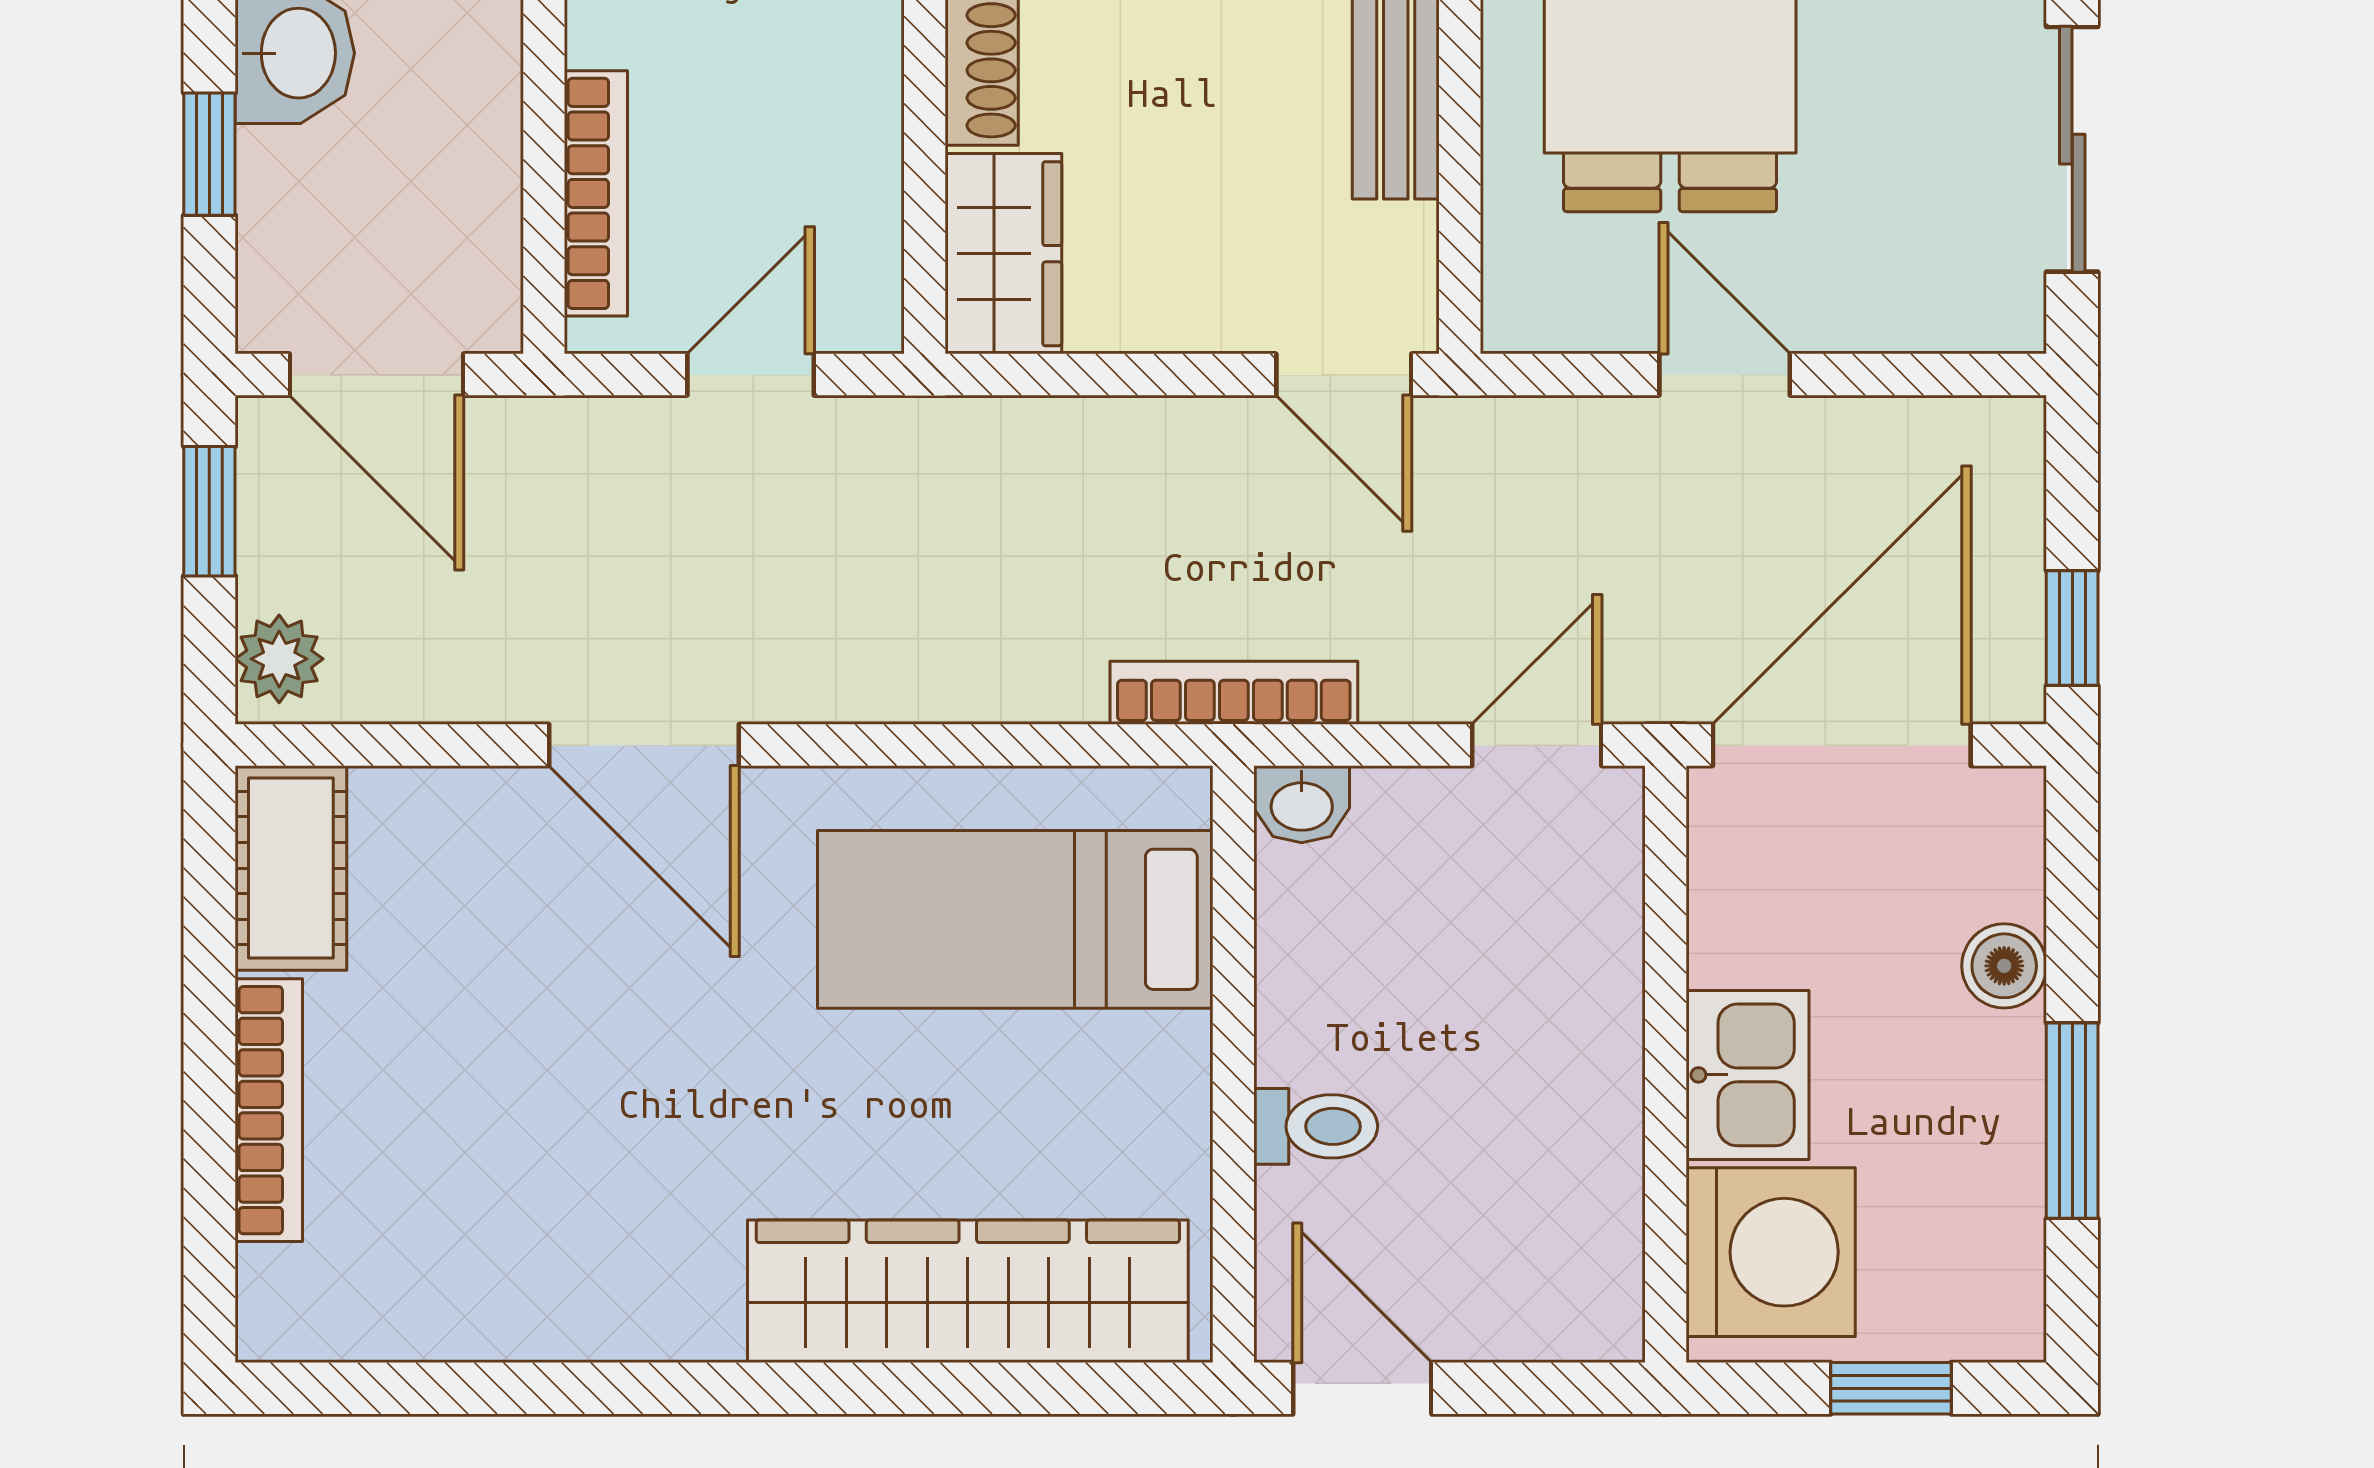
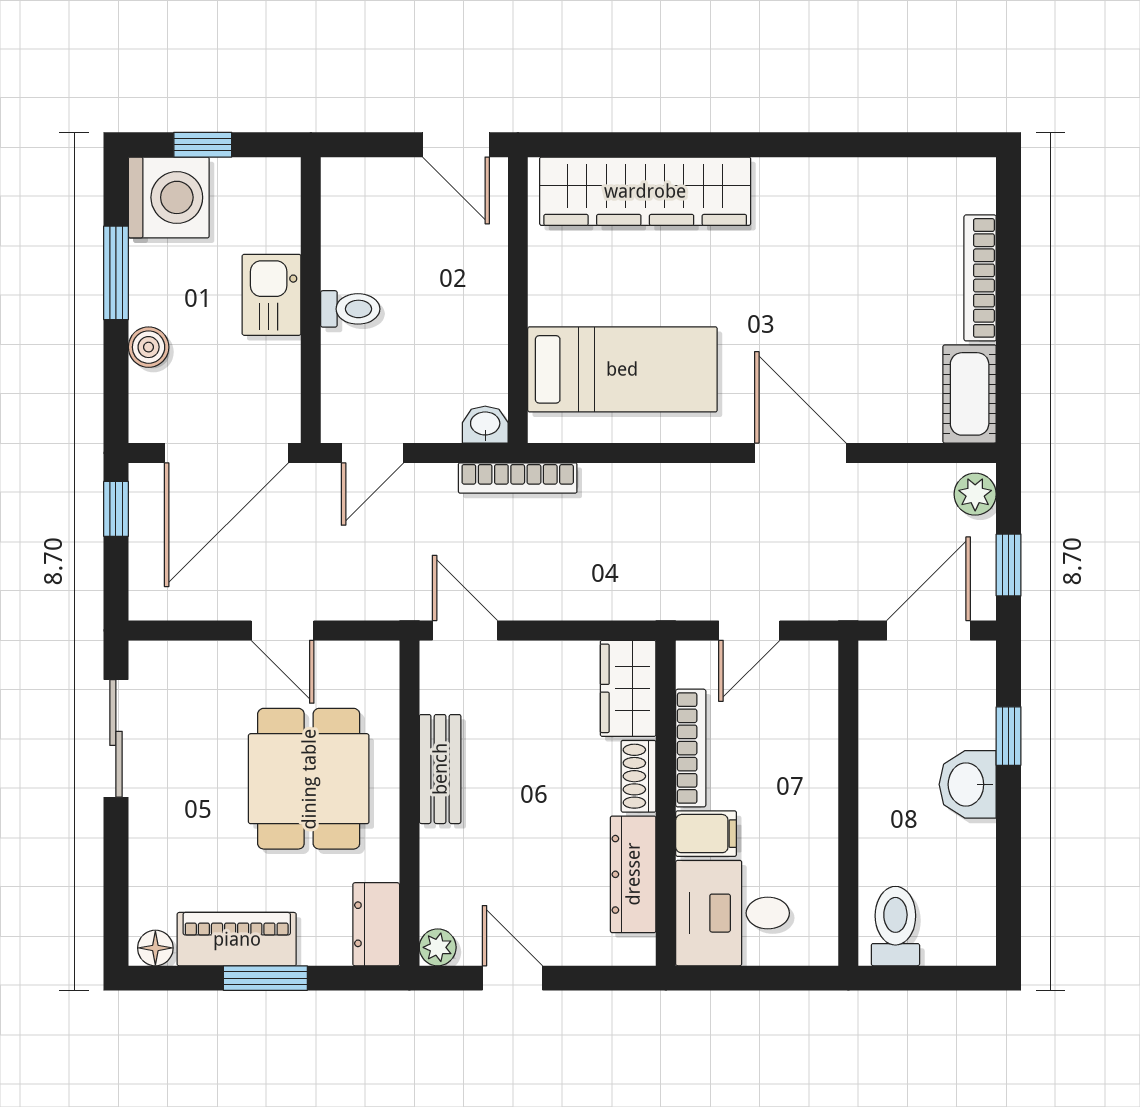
bookcase: (596, 193) -> (691, 748), moved, turned 180
door: (376, 375) -> (929, 630), hinge flipped
toilet: (1316, 1126) -> (350, 309), moved, turned 180
washing machine: (1771, 1252) -> (169, 197), moved, turned 180

